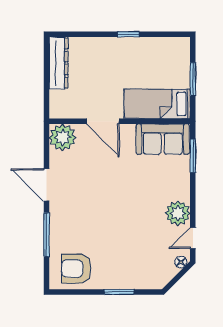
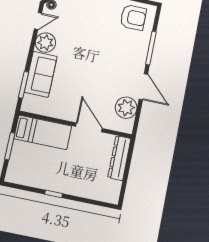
dresser: (59, 63) -> (119, 158), moved
plant: (63, 137) -> (126, 108), moved
sofa: (163, 139) -> (41, 74), moved, turned 90

